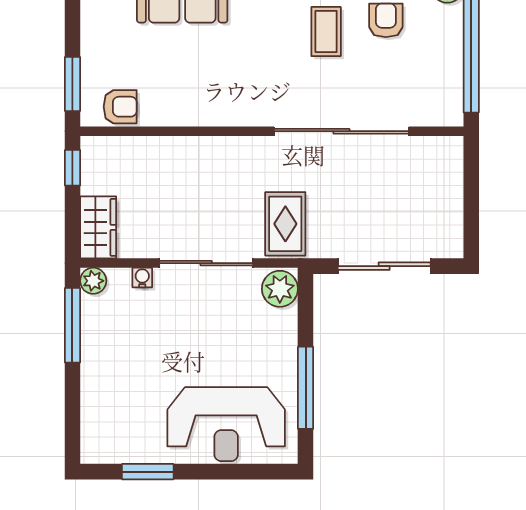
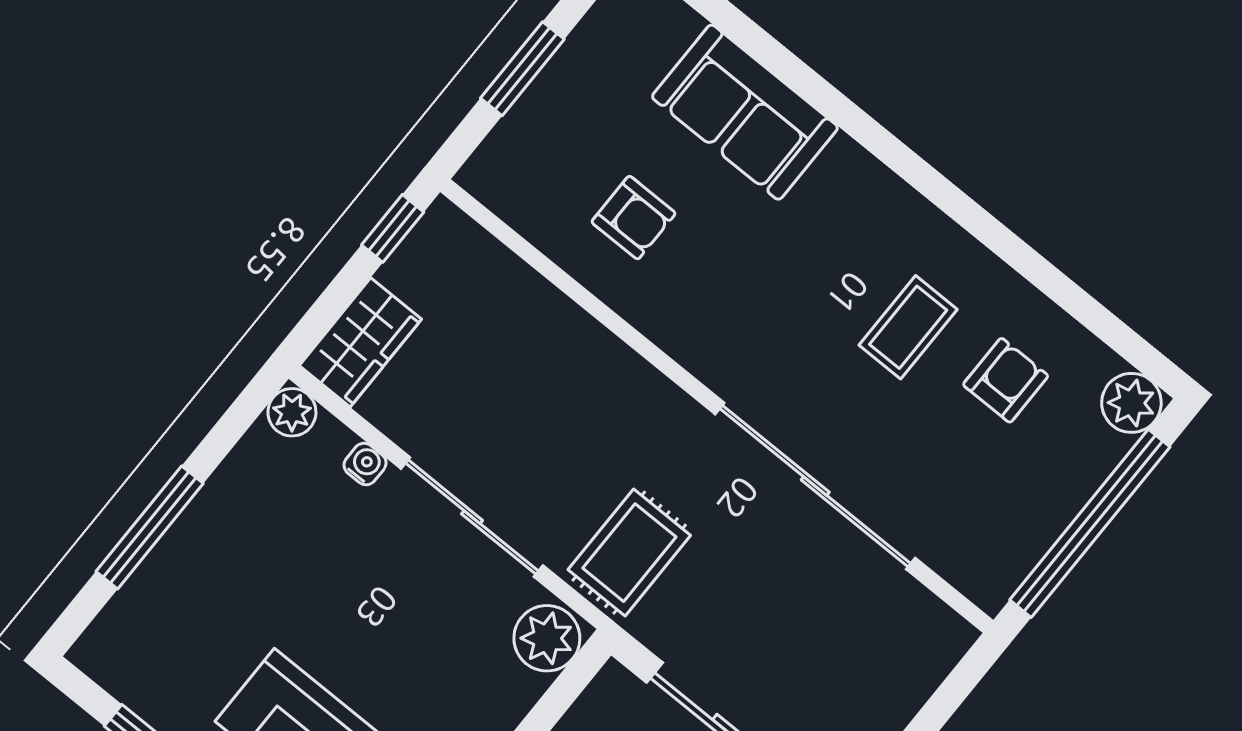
window: (72, 84) -> (522, 69), moved
armchair: (120, 107) -> (634, 218), moved
window: (72, 325) -> (150, 527), moved

